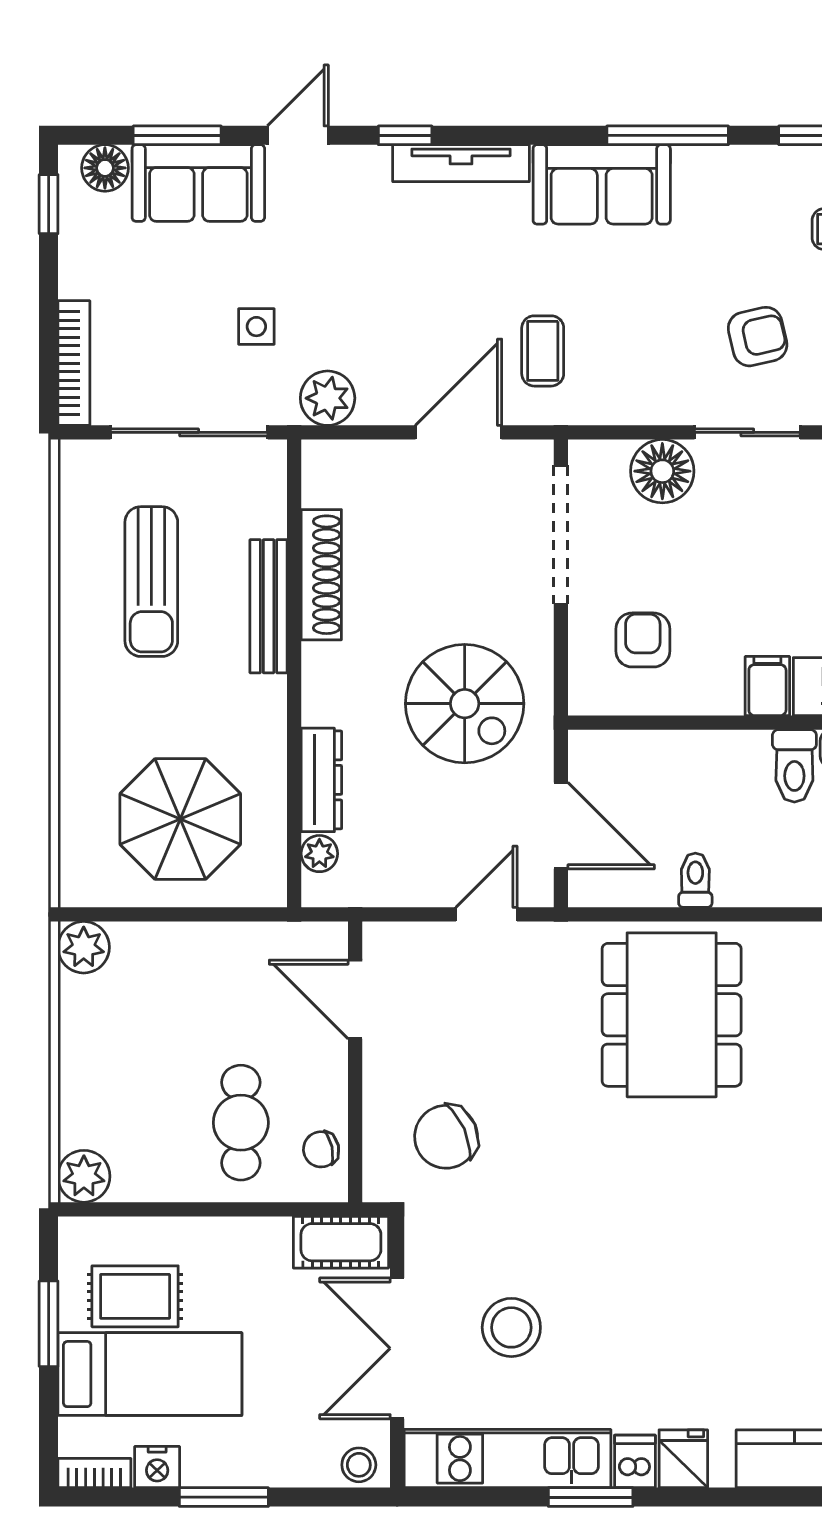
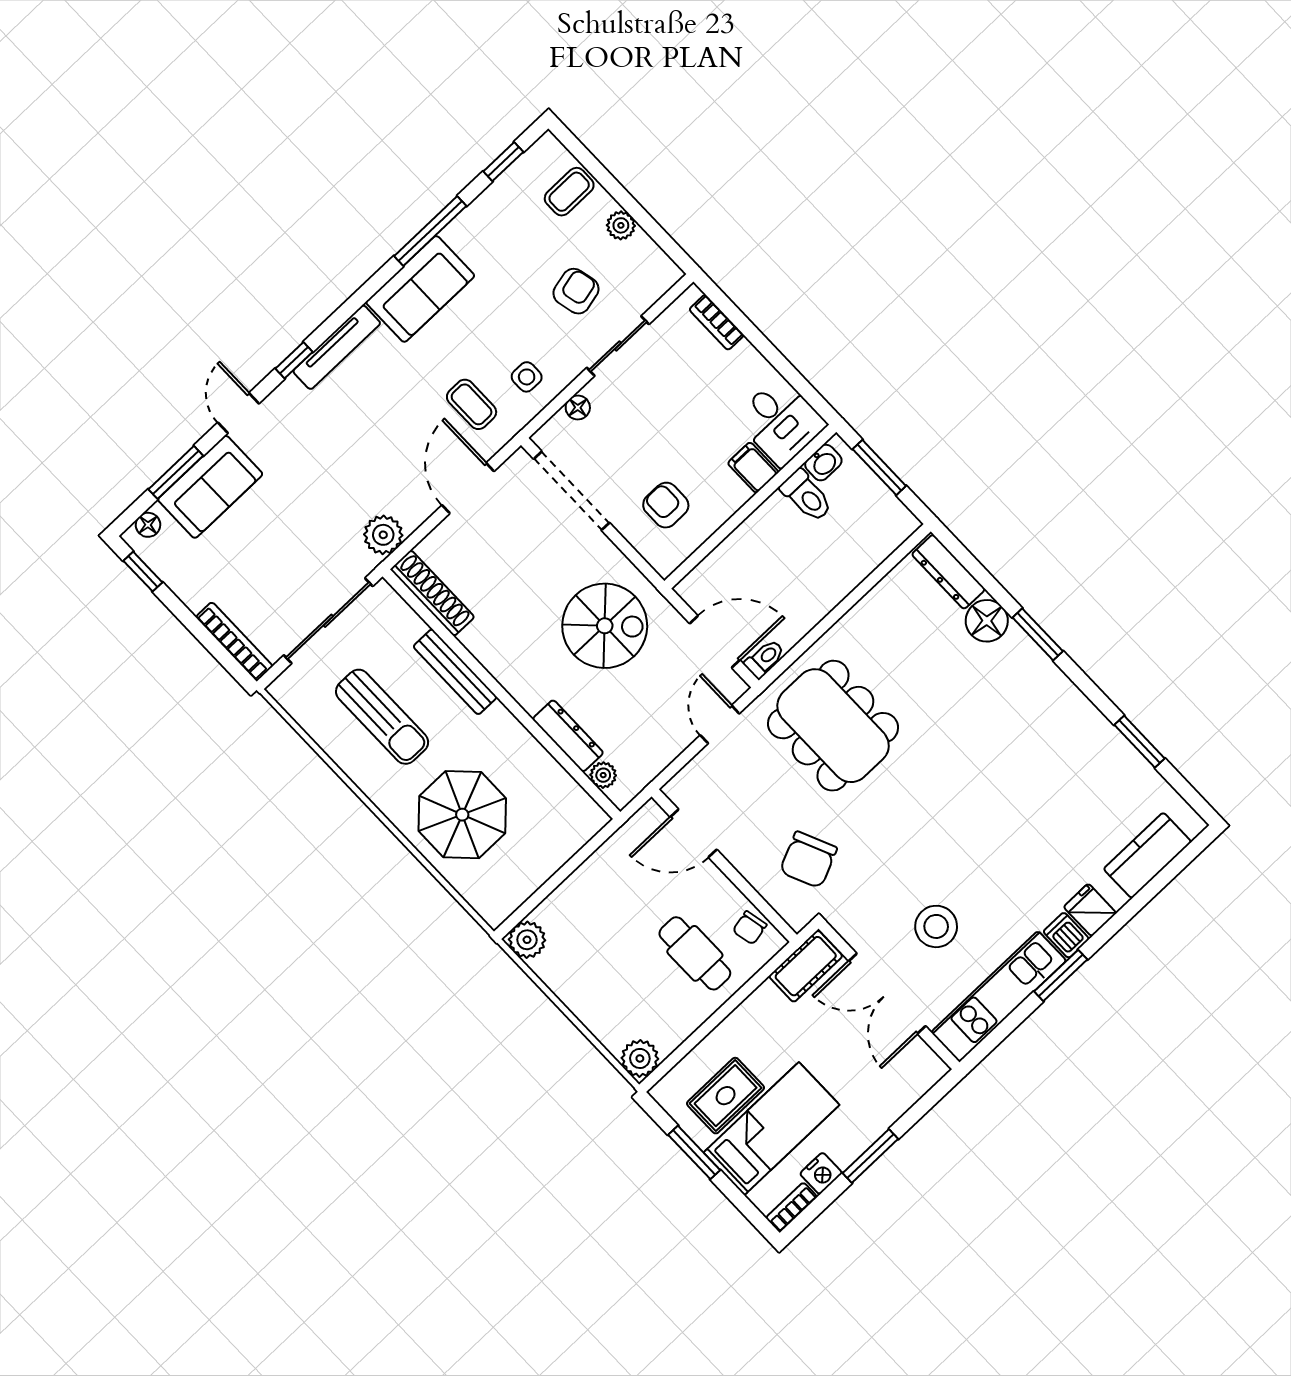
floor lamp: (105, 168) -> (148, 525), width x0.73, depth x0.73
side table: (256, 327) -> (527, 377), moved
floor lamp: (662, 471) -> (578, 407), width x0.53, depth x0.53
shoe rack: (321, 575) -> (432, 593), moved
parasol: (180, 819) -> (462, 815), moved
toilet: (695, 880) -> (765, 659), moved, turned 90
dining table: (672, 1015) -> (833, 726), moved
stool: (359, 1465) -> (925, 1073), removed

